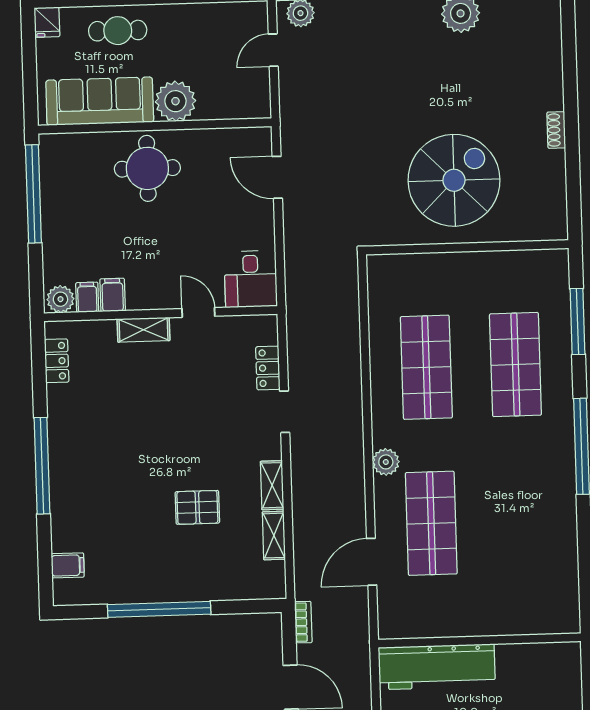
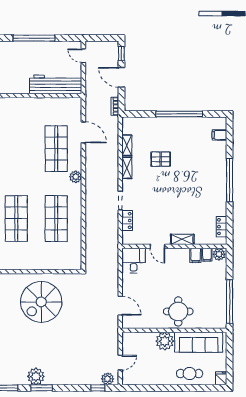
door: (372, 562) -> (83, 132), hinge flipped

